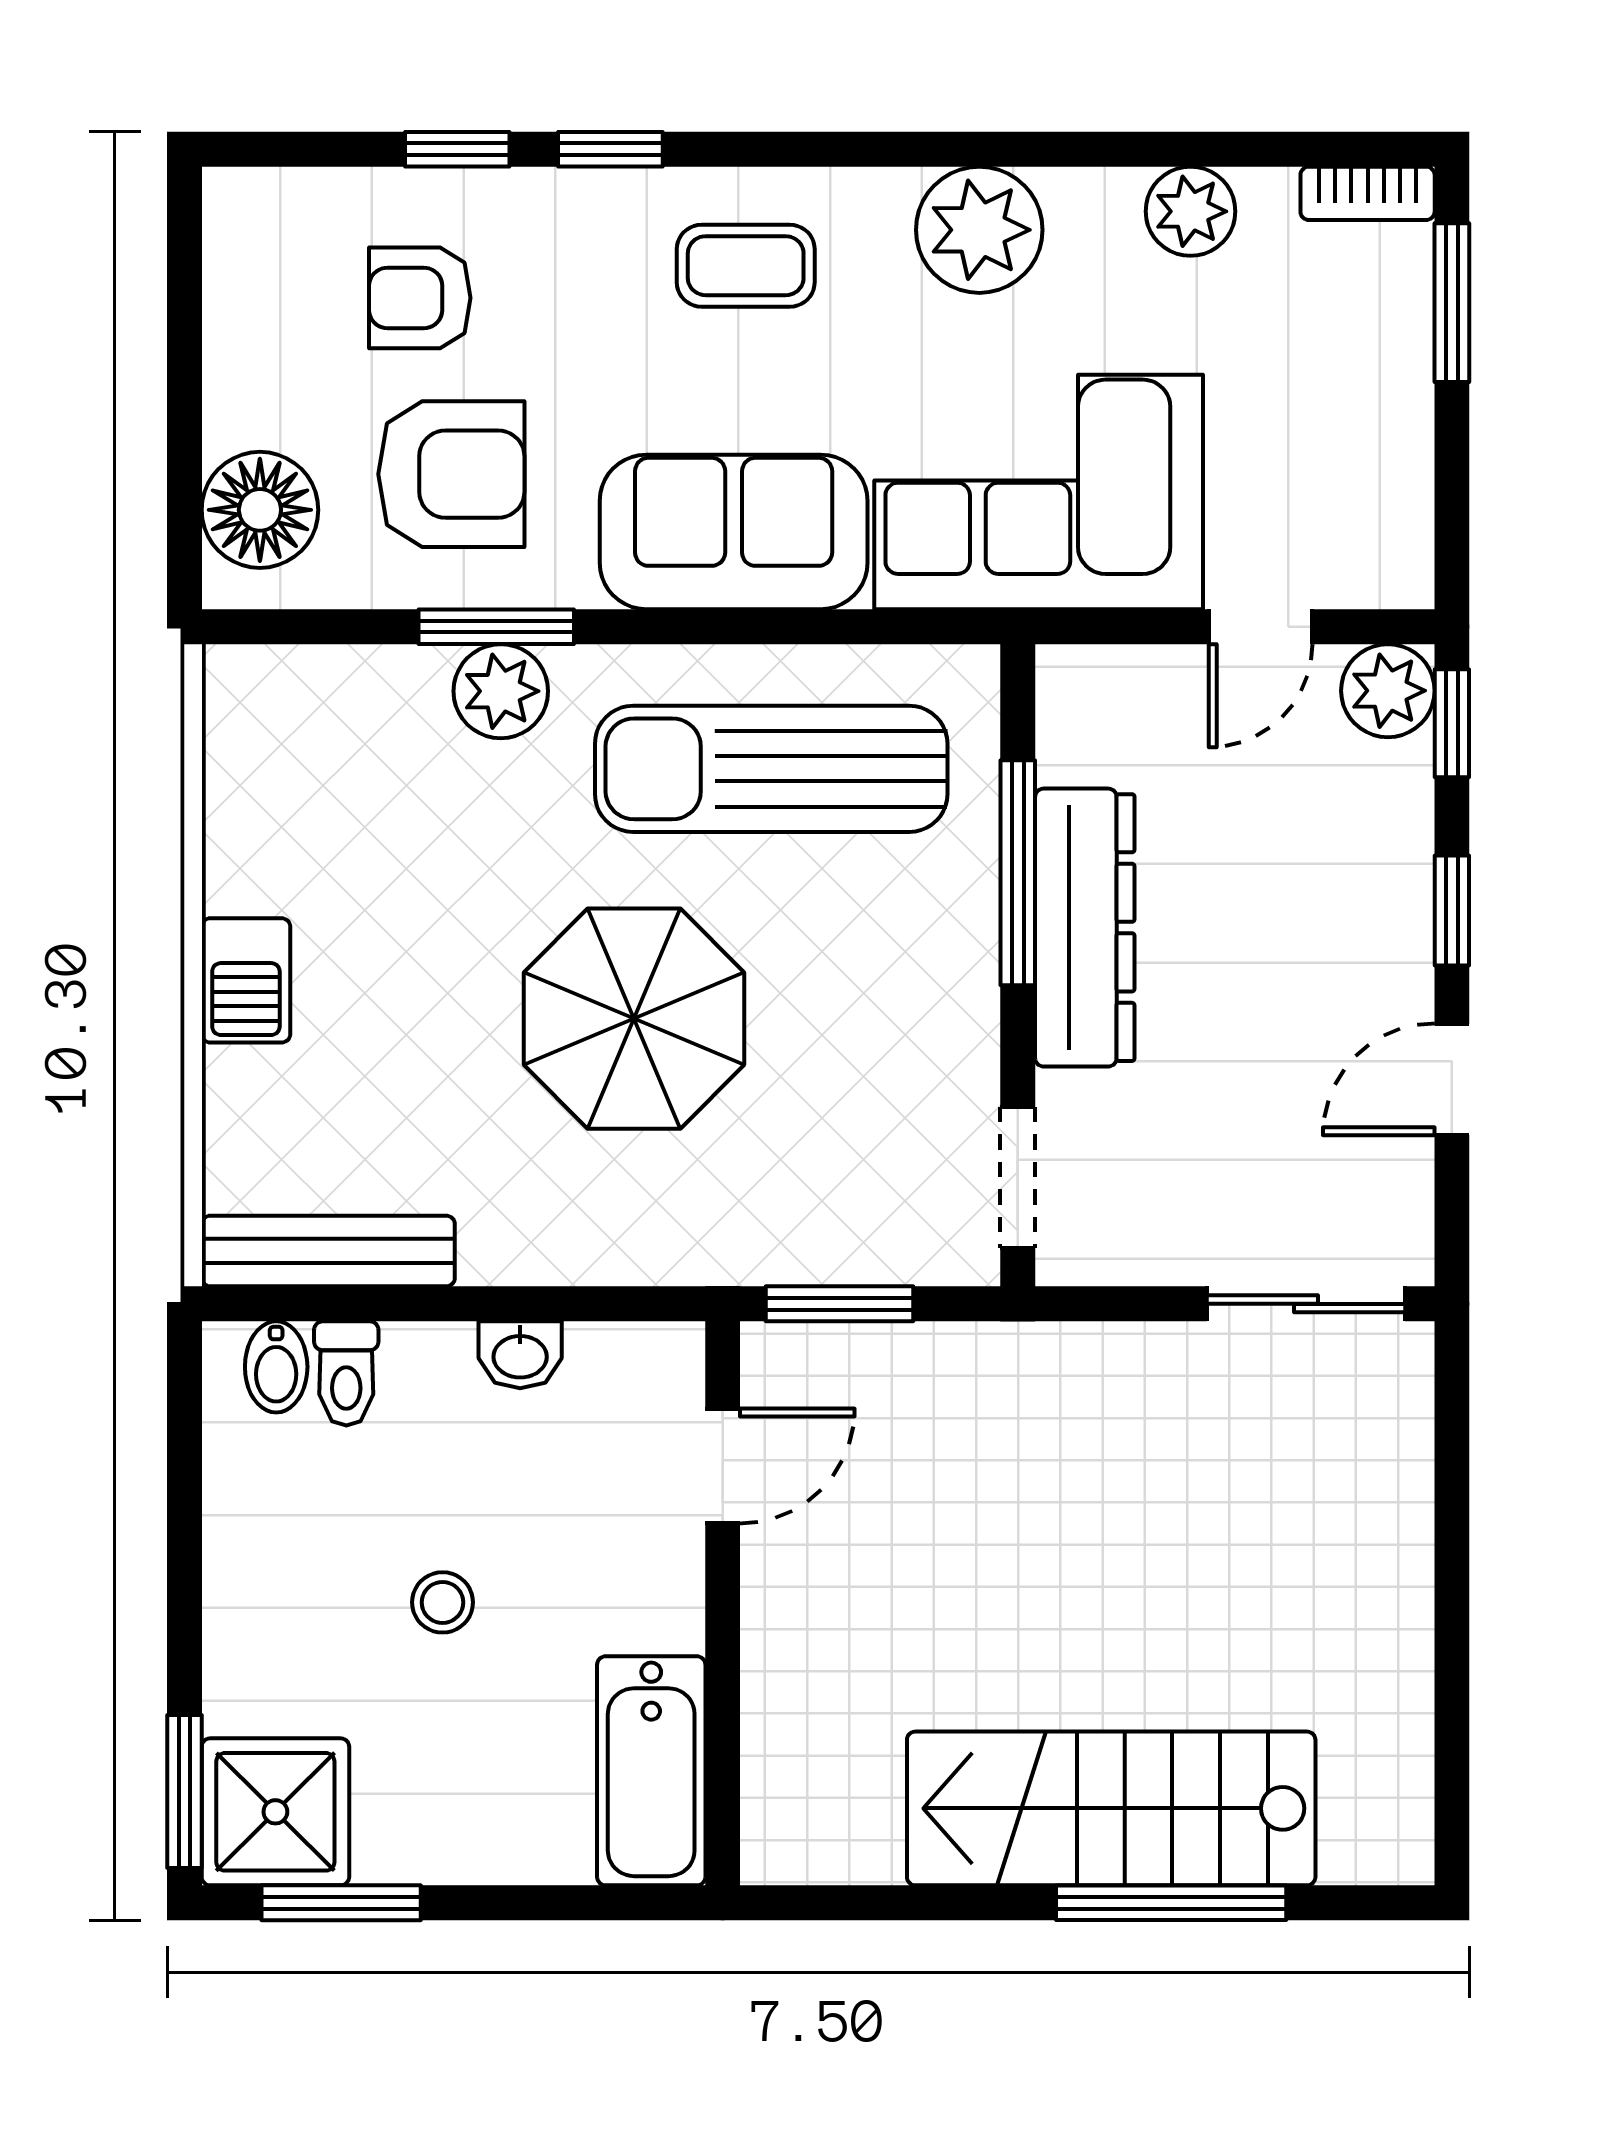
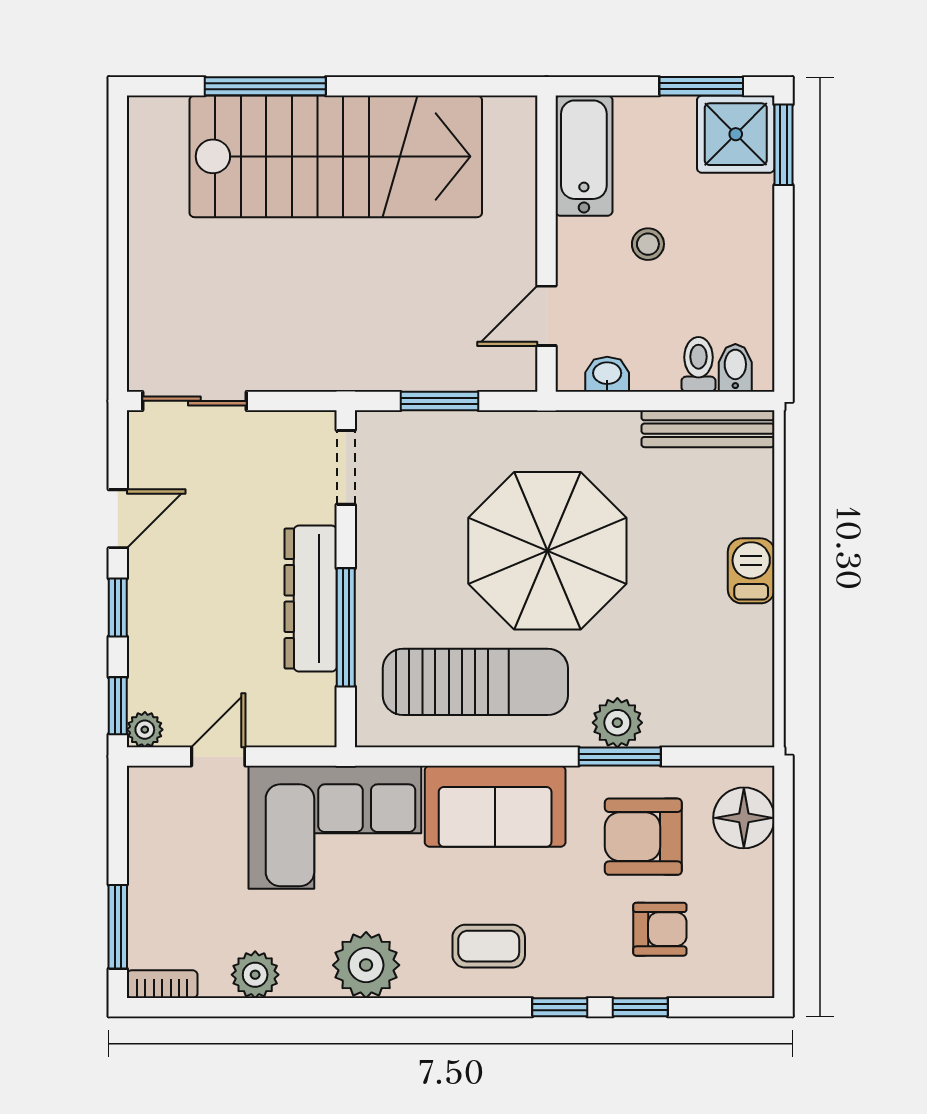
plant: (1388, 691) -> (145, 730), width x0.73, depth x0.73
parasol: (634, 1019) -> (547, 551), width x1.36, depth x1.36
door: (723, 1466) -> (546, 316), moved
wall: (723, 1603) -> (546, 244), moved
bathtub: (651, 1771) -> (584, 156), moved
stairs: (1111, 1808) -> (336, 156), width x1.36, depth x1.51

